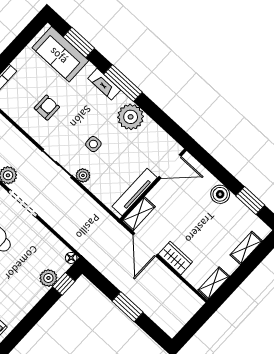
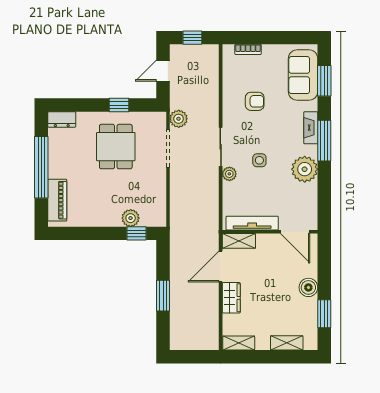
floor lamp: (71, 258) -> (161, 221), removed

